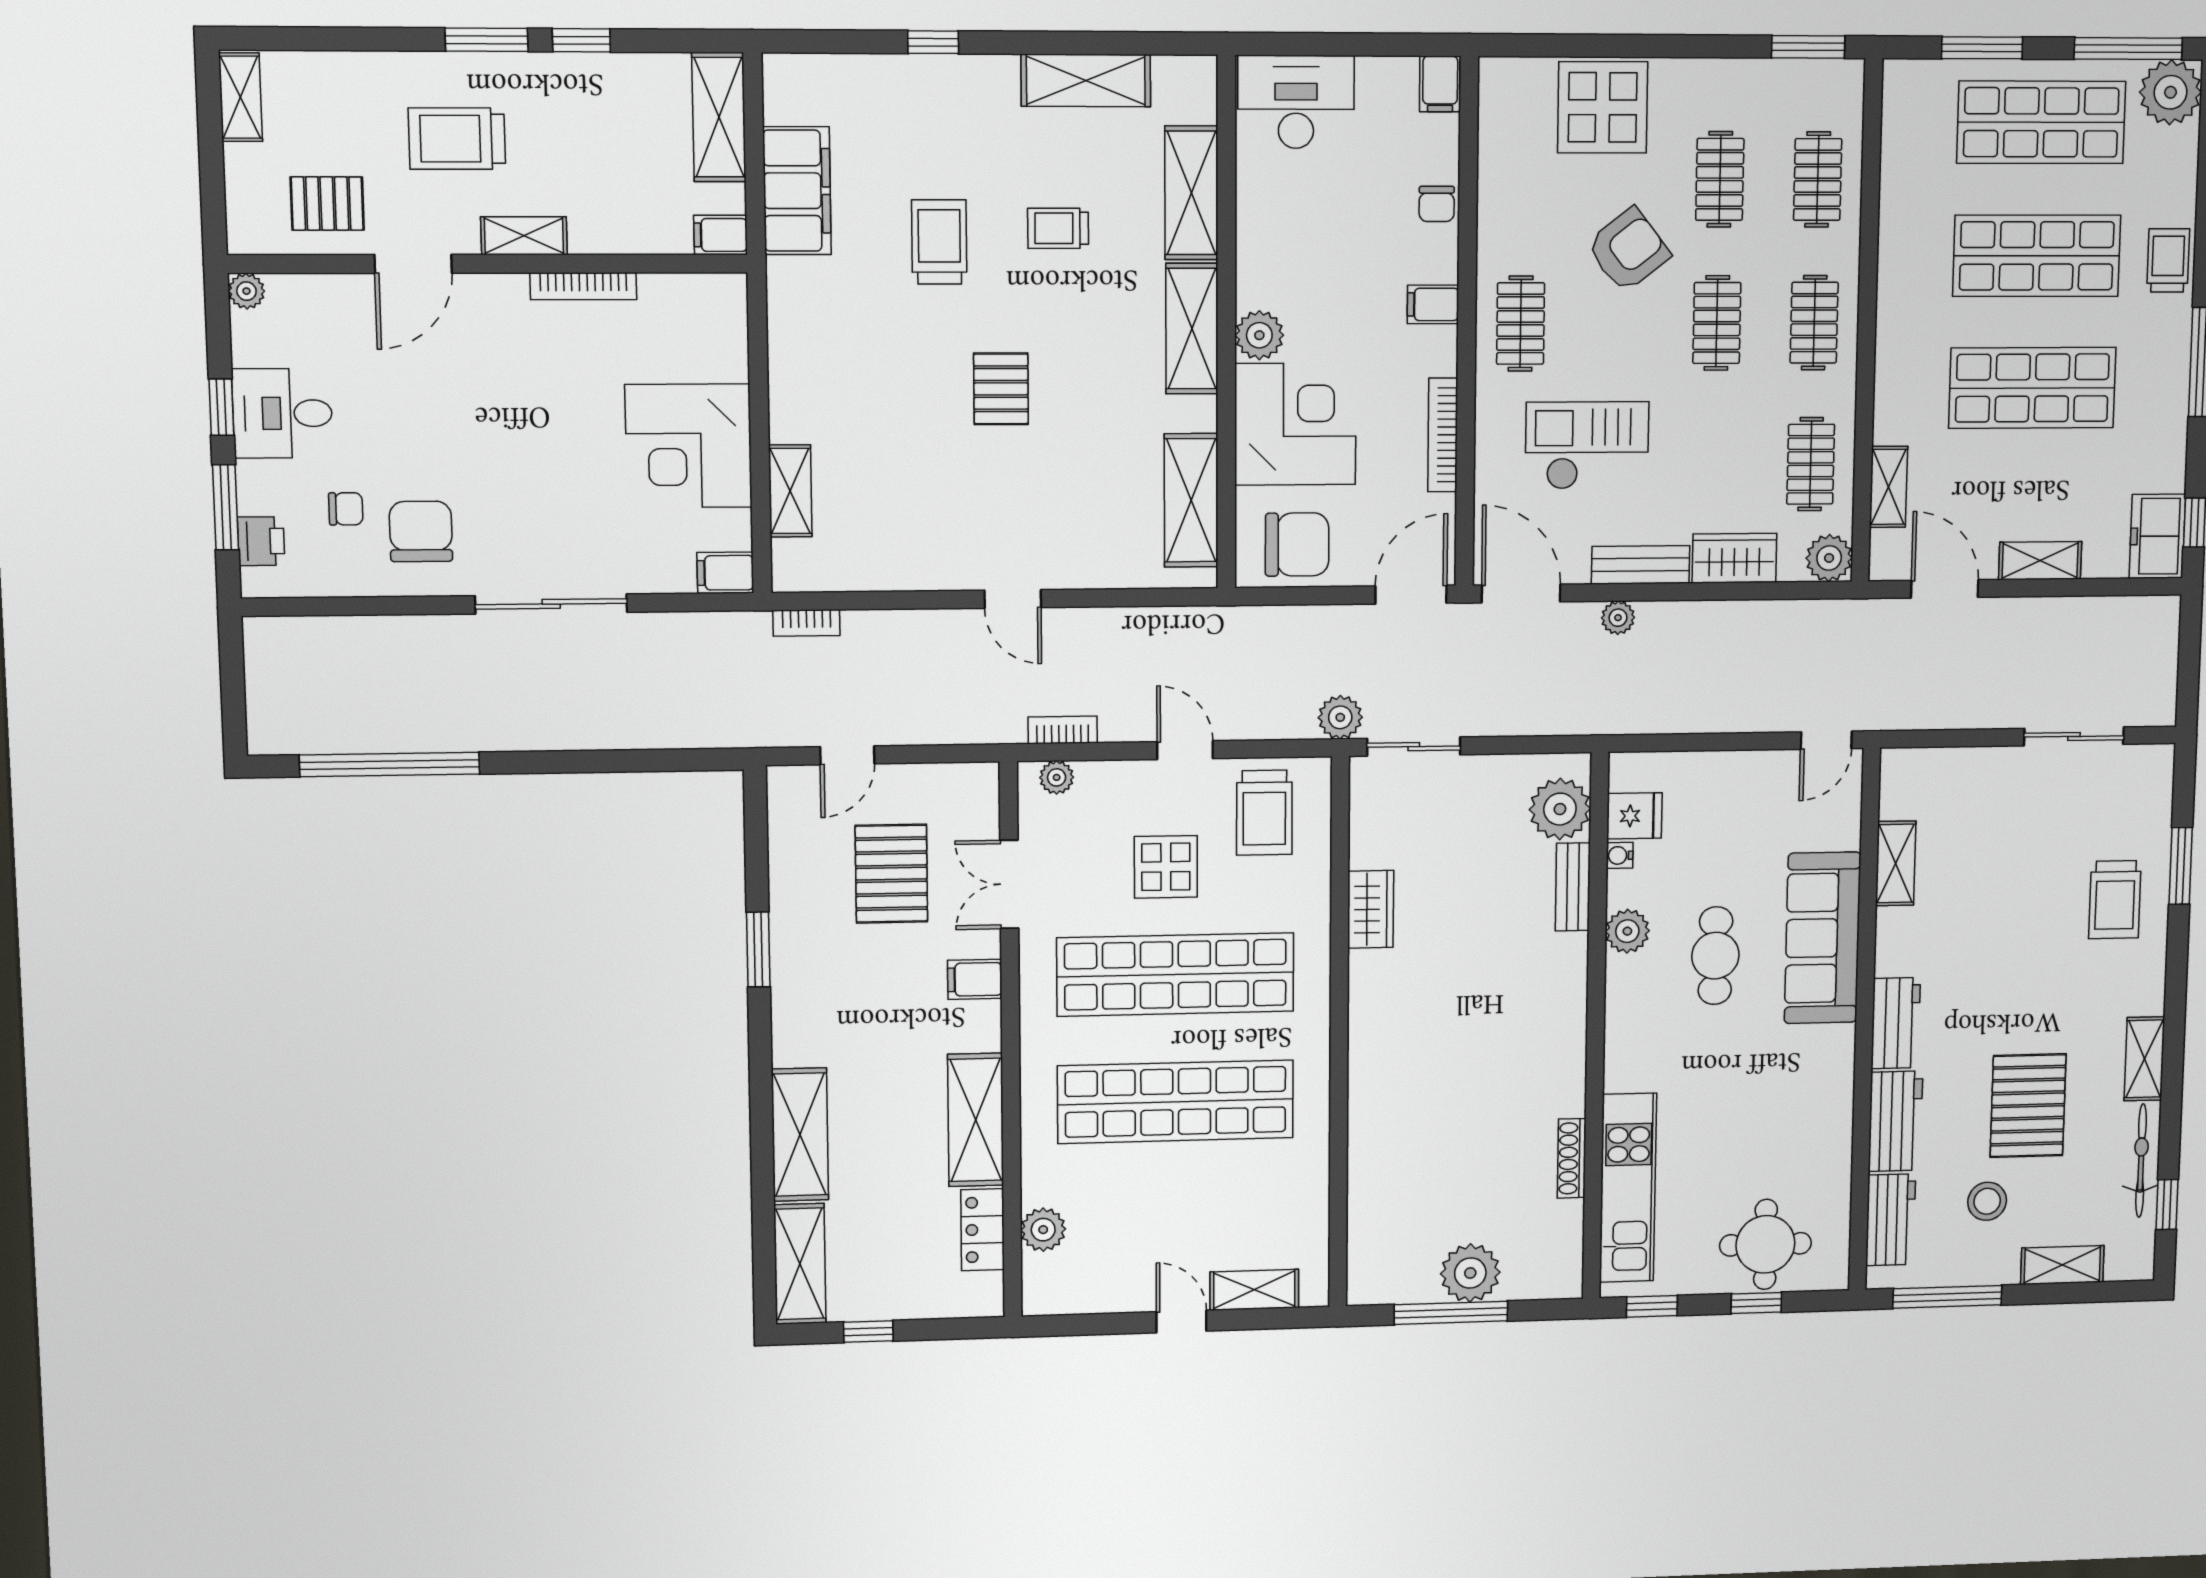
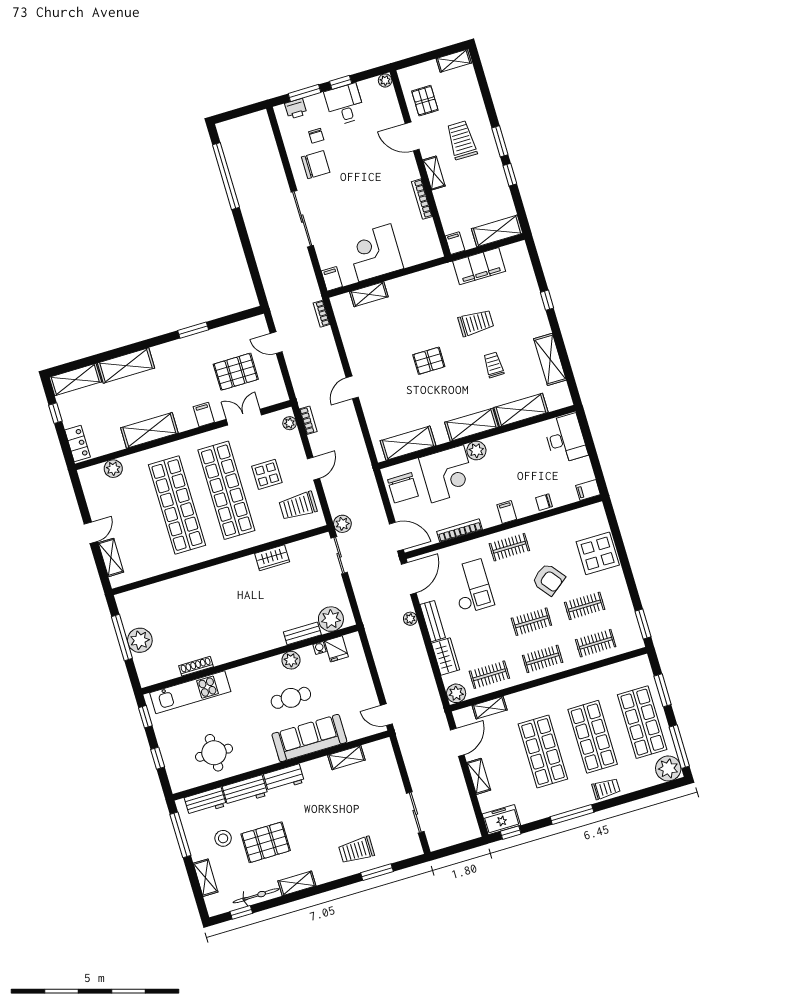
locker: (983, 1230) -> (78, 443), moved, turned 90
round table: (1765, 1244) -> (214, 753), moved

